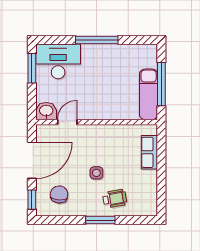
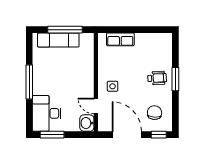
exam couch: (149, 94) -> (58, 40), moved
side table: (96, 173) -> (113, 86), moved
chair: (59, 194) -> (155, 113), turned 89
wheelchair: (115, 199) -> (157, 78), moved, turned 97

